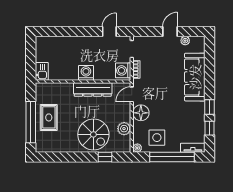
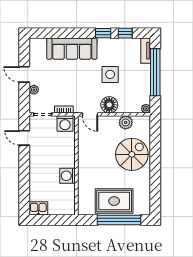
plant: (185, 41) -> (34, 90), moved
kitchen sink: (42, 71) -> (38, 208), moved
washing machine: (86, 73) -> (68, 176), moved
dresser: (93, 89) -> (85, 155), removed
rug: (49, 117) -> (114, 201), width x1.36, depth x1.43
side table: (157, 138) -> (110, 74), moved
window: (105, 157) -> (155, 142), removed

